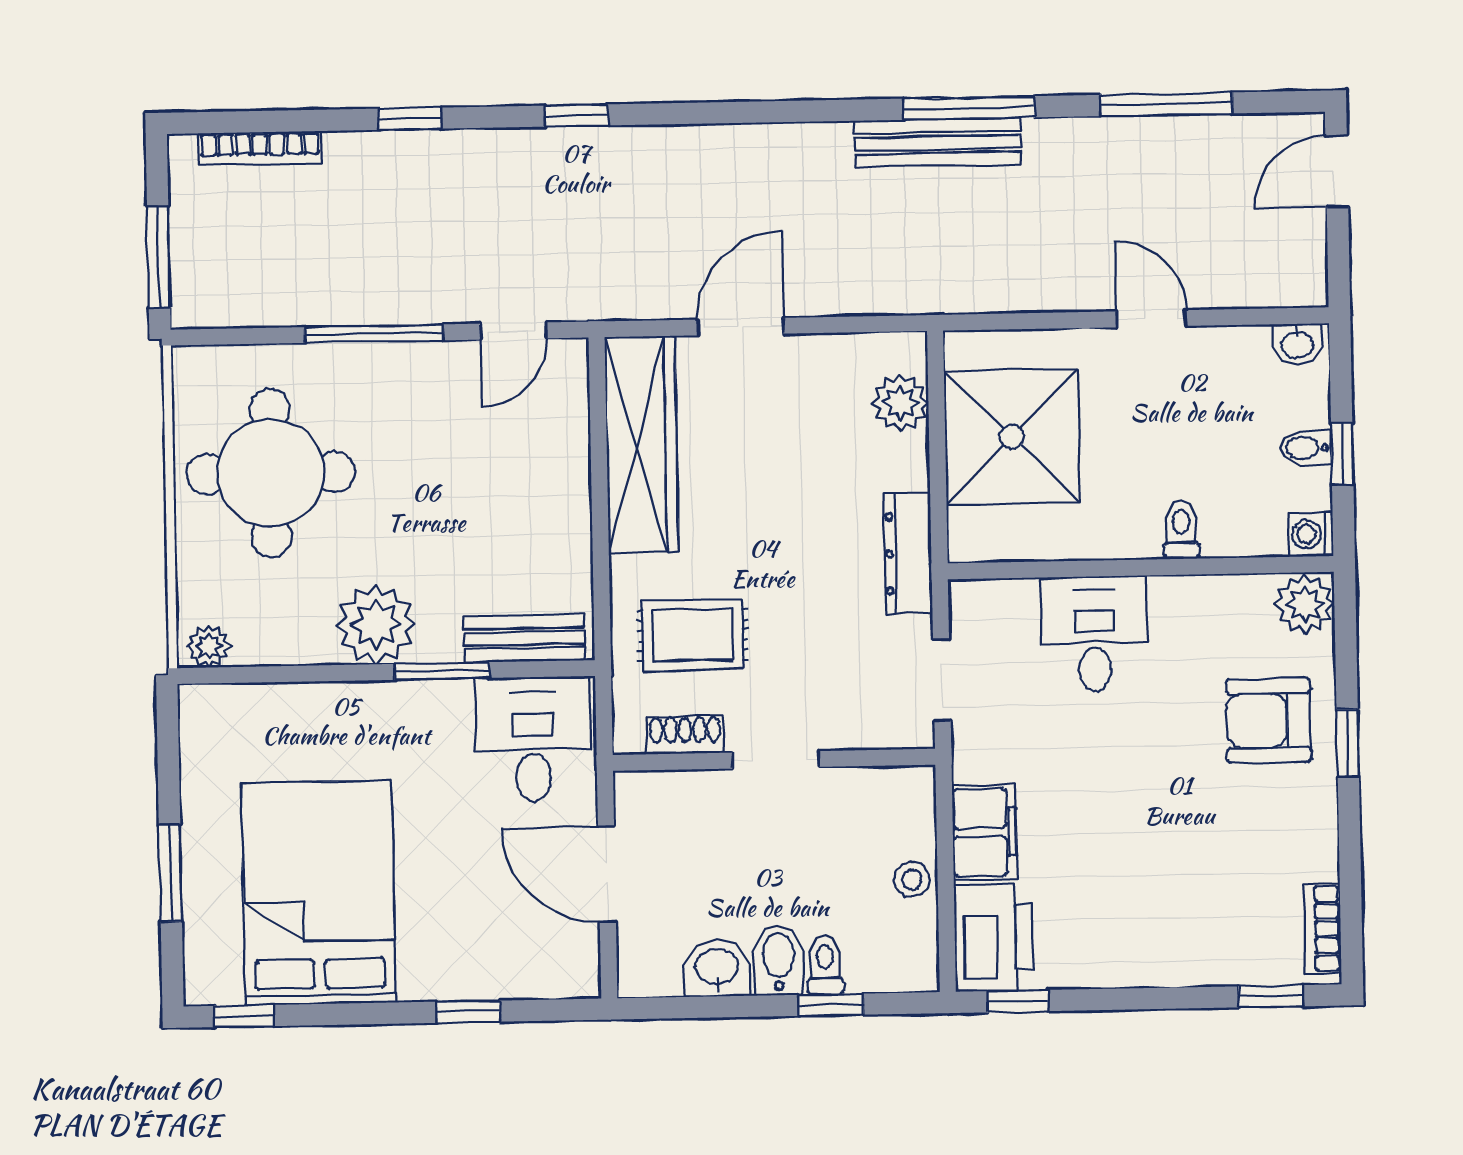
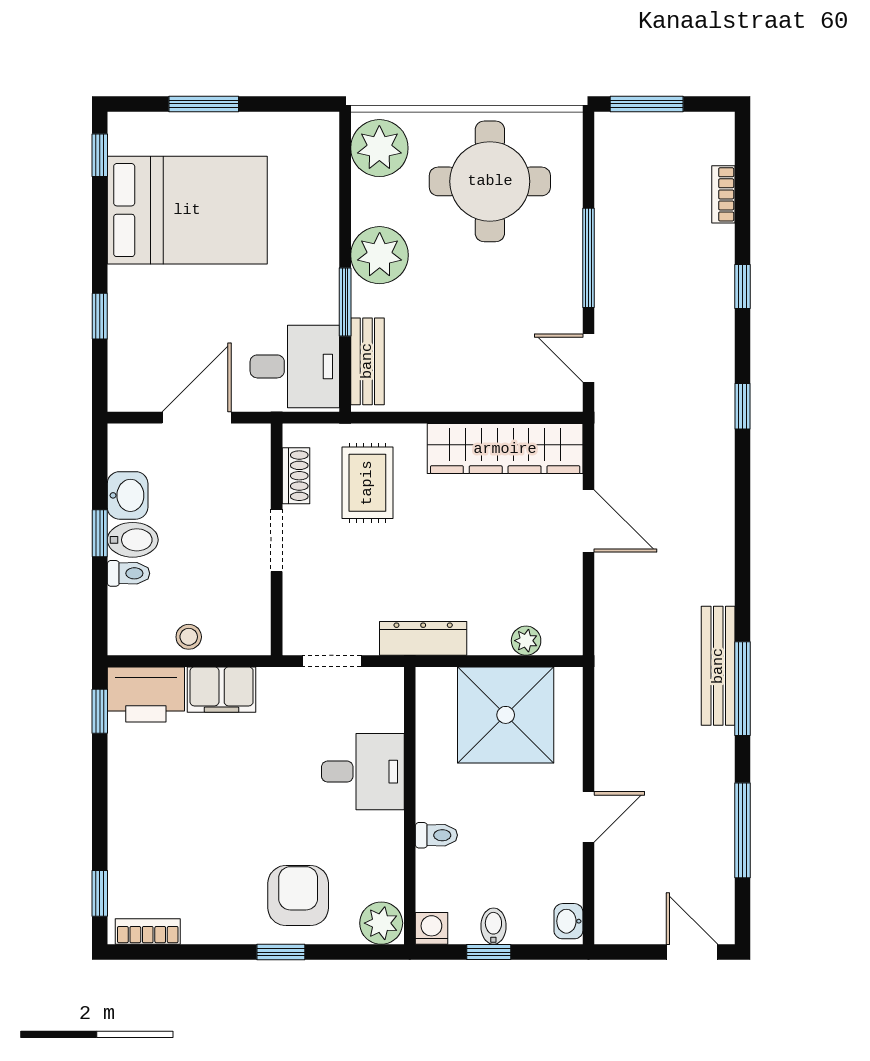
bookcase: (260, 148) -> (723, 194), width x0.64
plant: (900, 403) -> (526, 641), width x0.73, depth x0.73
plant: (209, 646) -> (379, 148), width x1.87, depth x1.87
window: (831, 1005) -> (100, 533), moved

